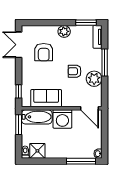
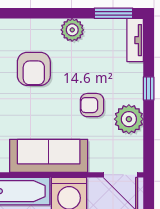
window: (105, 63) -> (149, 89), width x0.46
sofa: (46, 98) -> (49, 156), width x1.36

